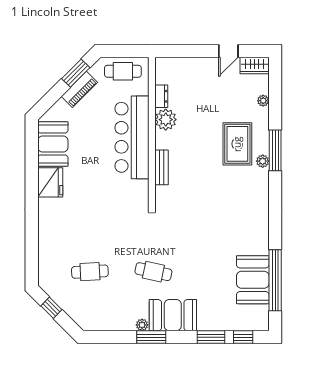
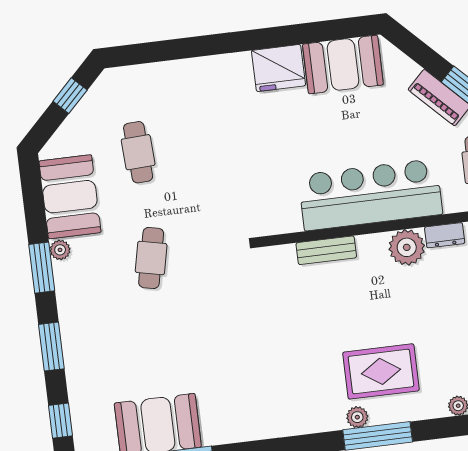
booth: (173, 315) -> (70, 197), moved
window: (211, 337) -> (51, 347), moved

